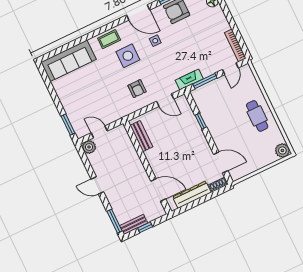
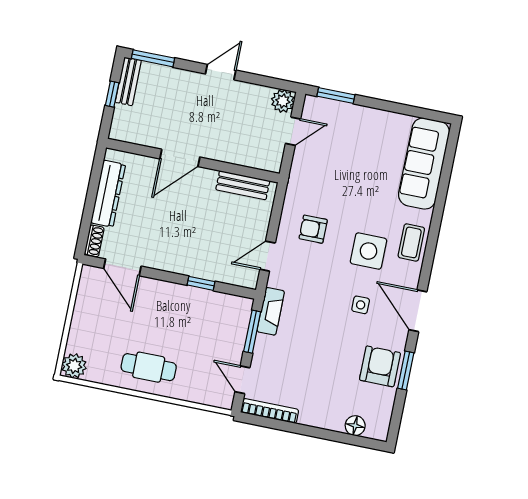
door: (138, 12) -> (418, 311), hinge flipped
door: (221, 163) -> (122, 267), hinge flipped
door: (158, 190) -> (180, 158), moved

